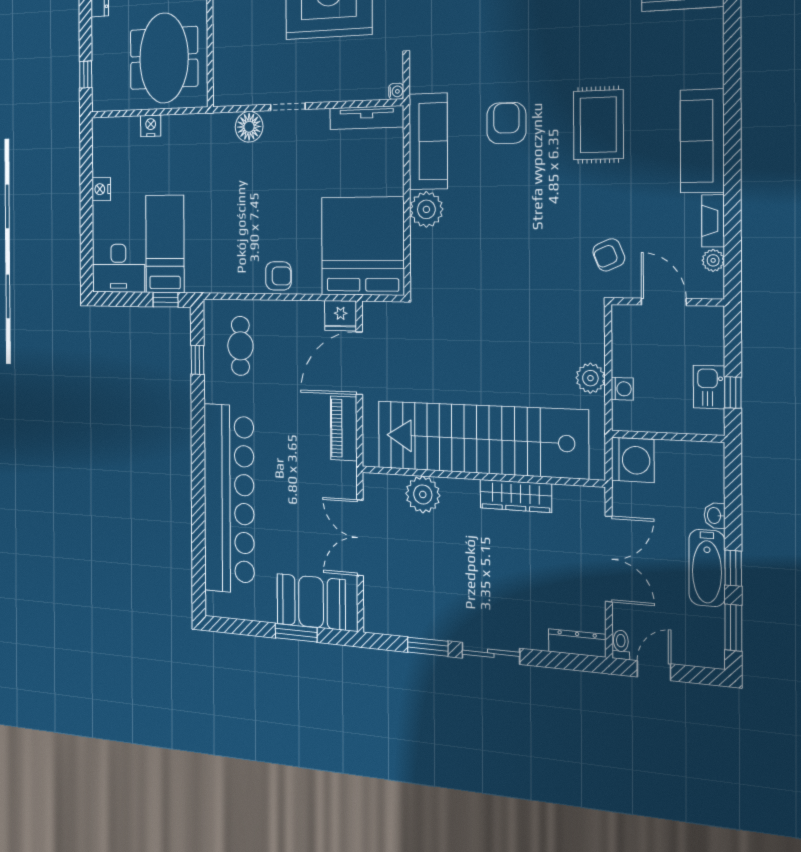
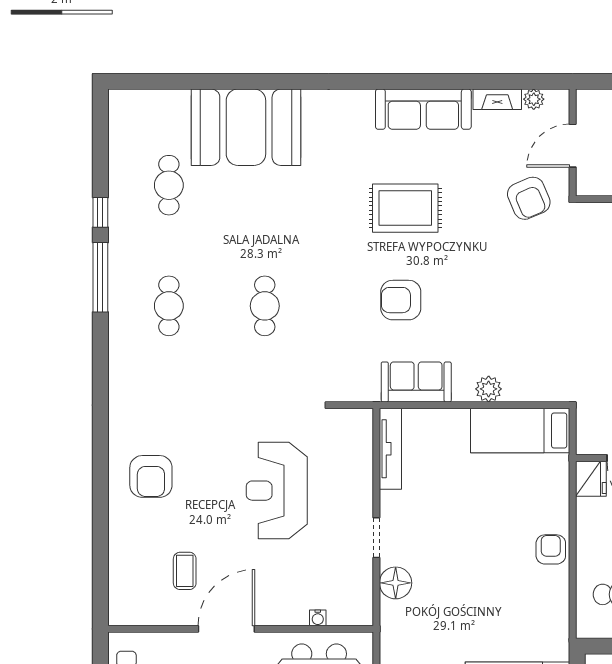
water cooler: (396, 91) -> (318, 618), moved, turned 180
sofa: (428, 141) -> (416, 382), width x0.73
plant: (426, 209) -> (489, 389), width x0.73, depth x0.73
bed: (363, 246) -> (520, 430), width x0.49
armchair: (609, 255) -> (529, 198), width x1.38, depth x1.38

